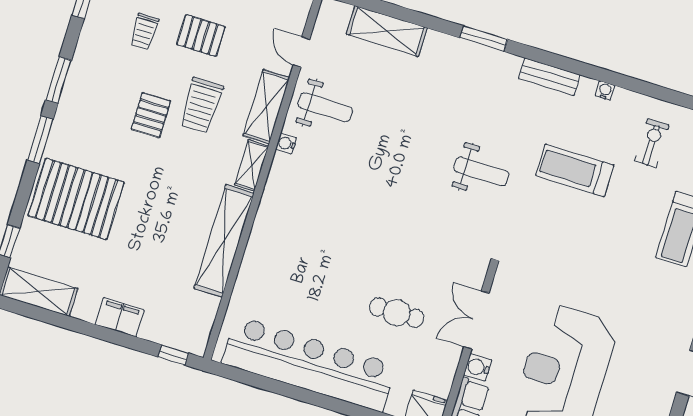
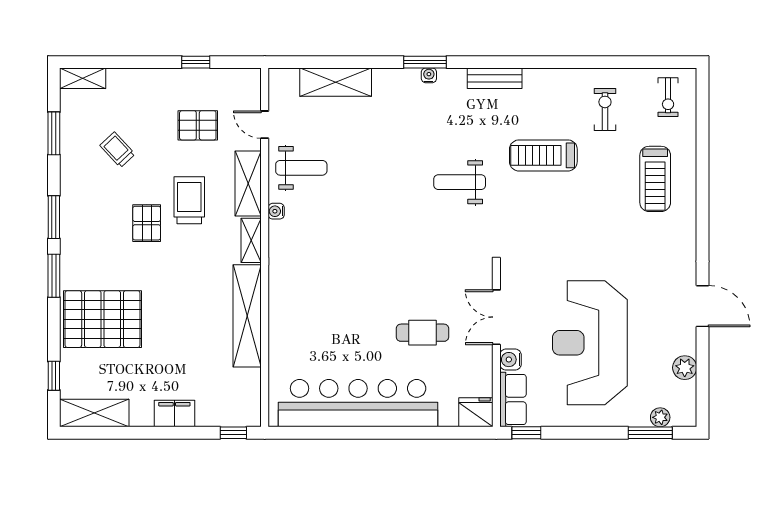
trolley: (144, 32) -> (117, 150), turned 137
pallet: (201, 36) -> (198, 125), moved
water cooler: (605, 91) -> (429, 75), moved
trolley: (201, 105) -> (189, 200), turned 180
weight bench: (481, 171) -> (460, 182), turned 180

